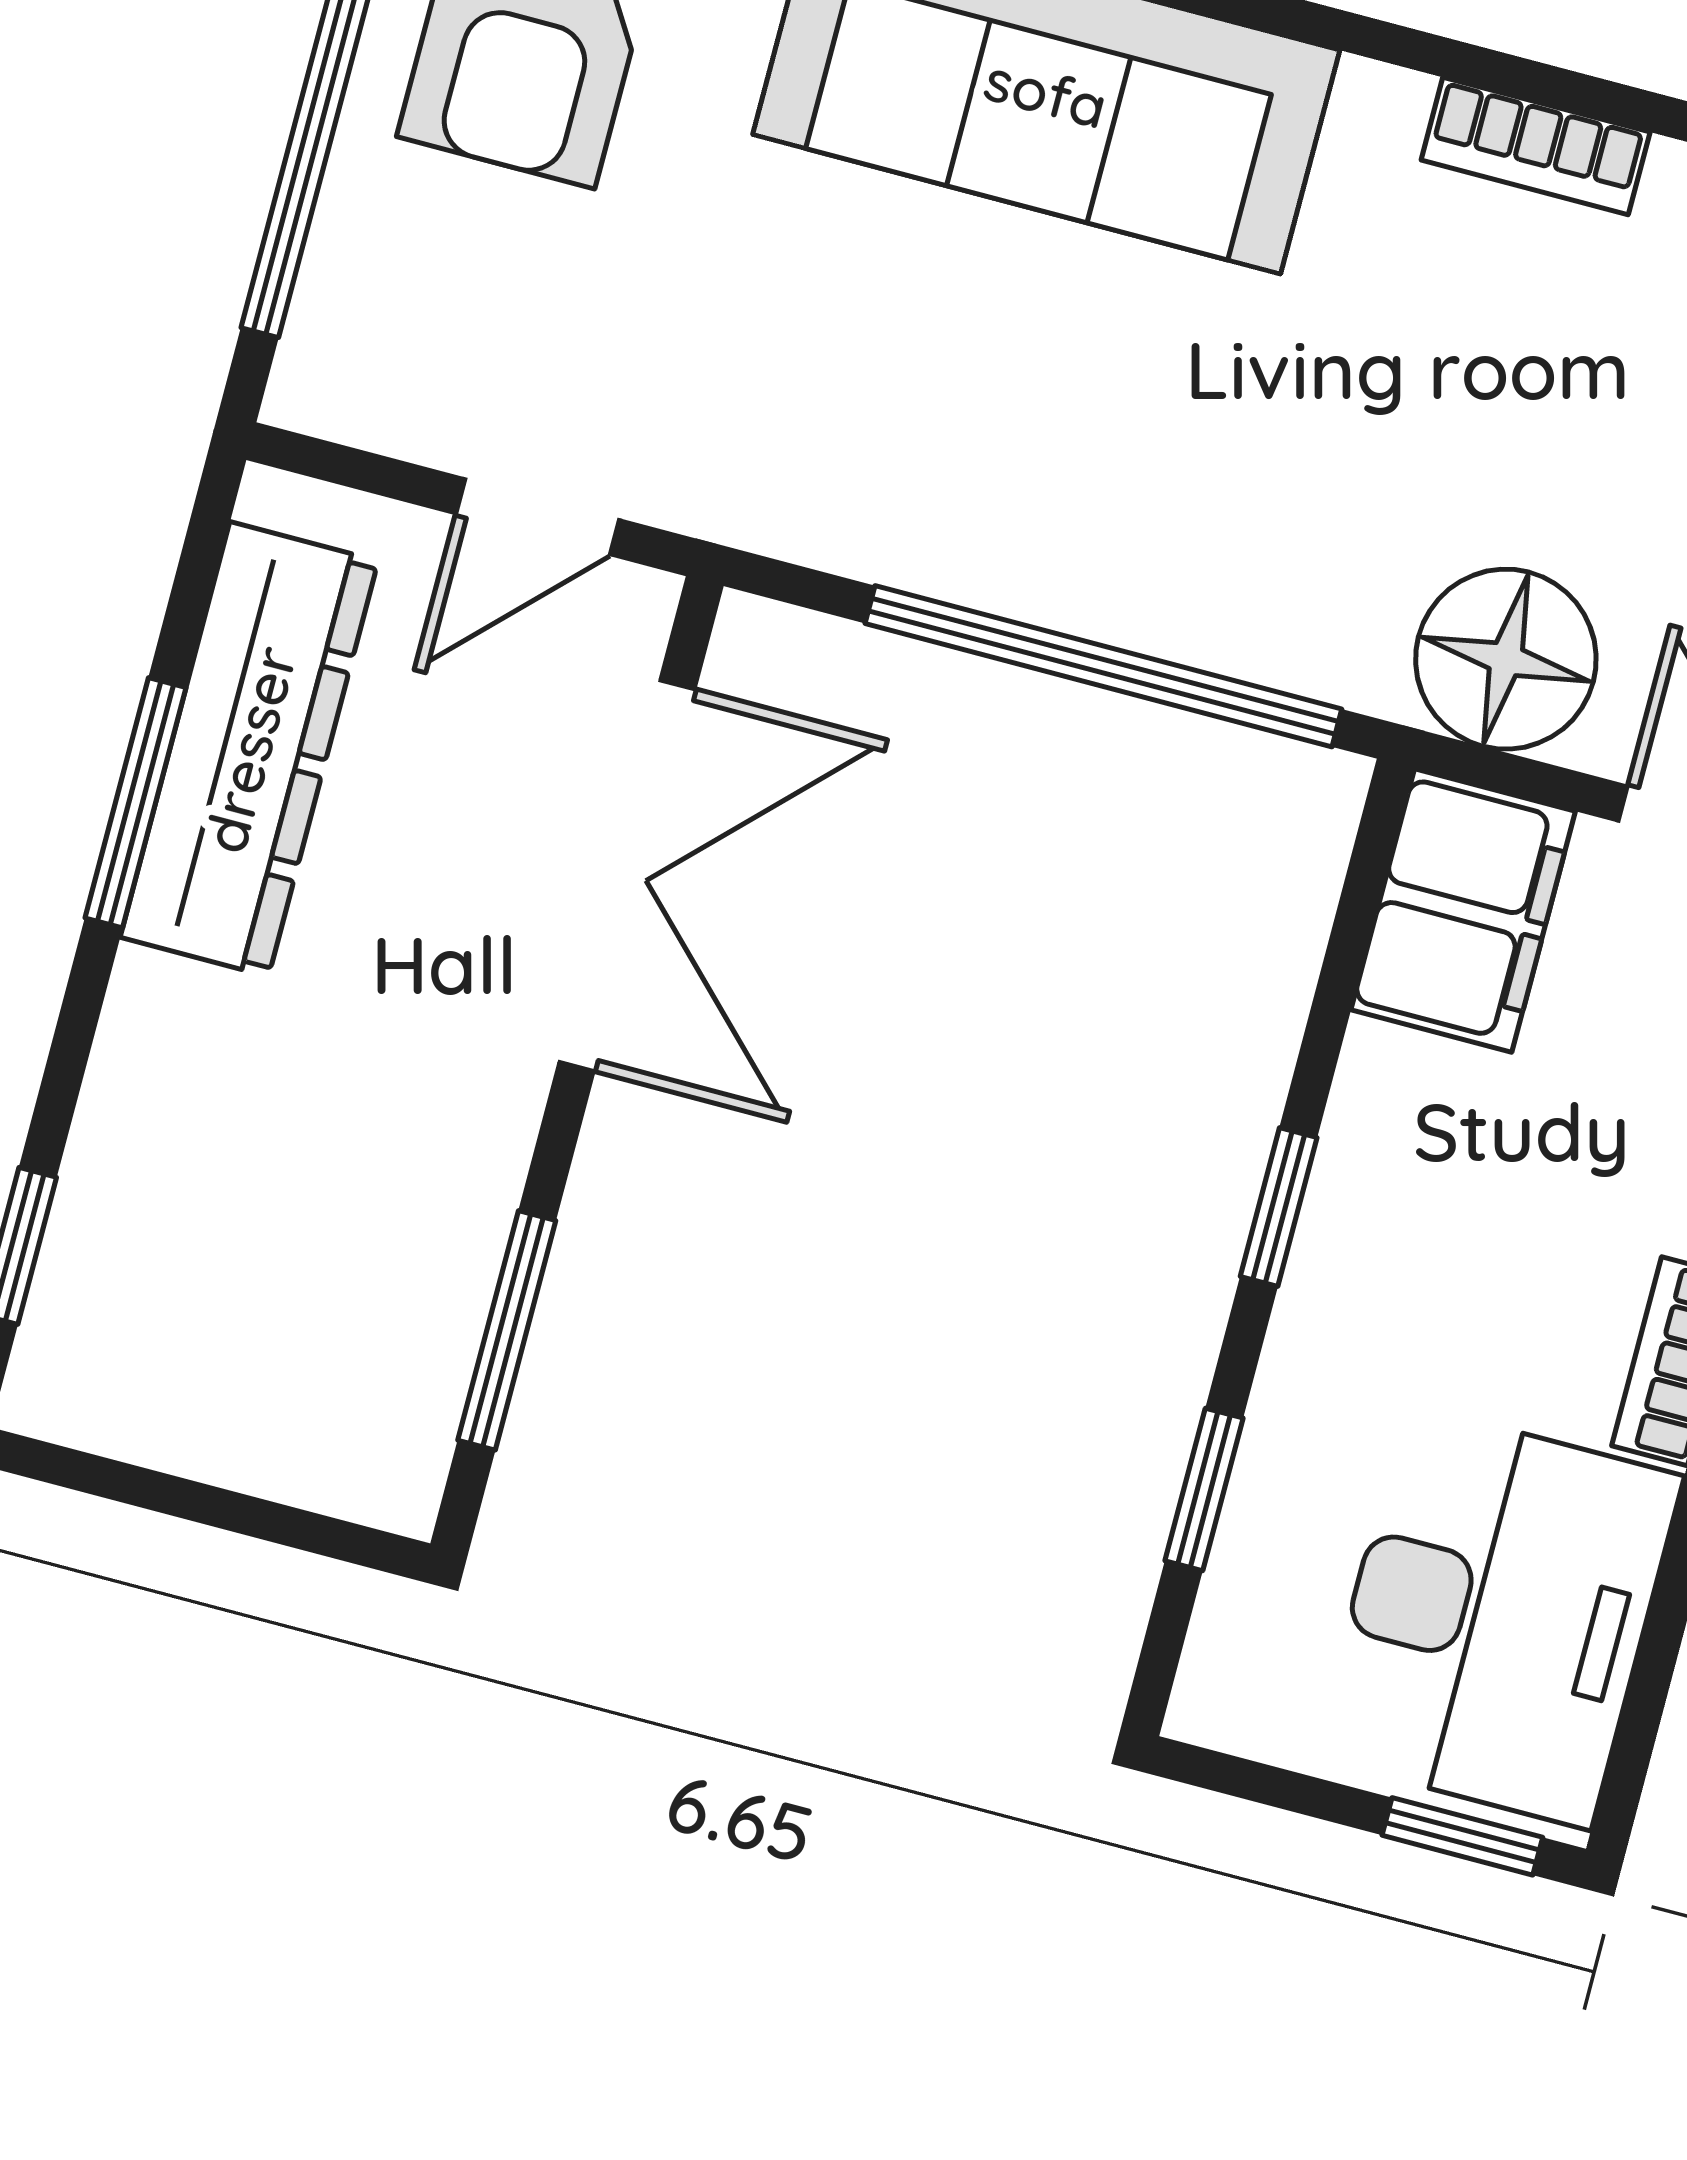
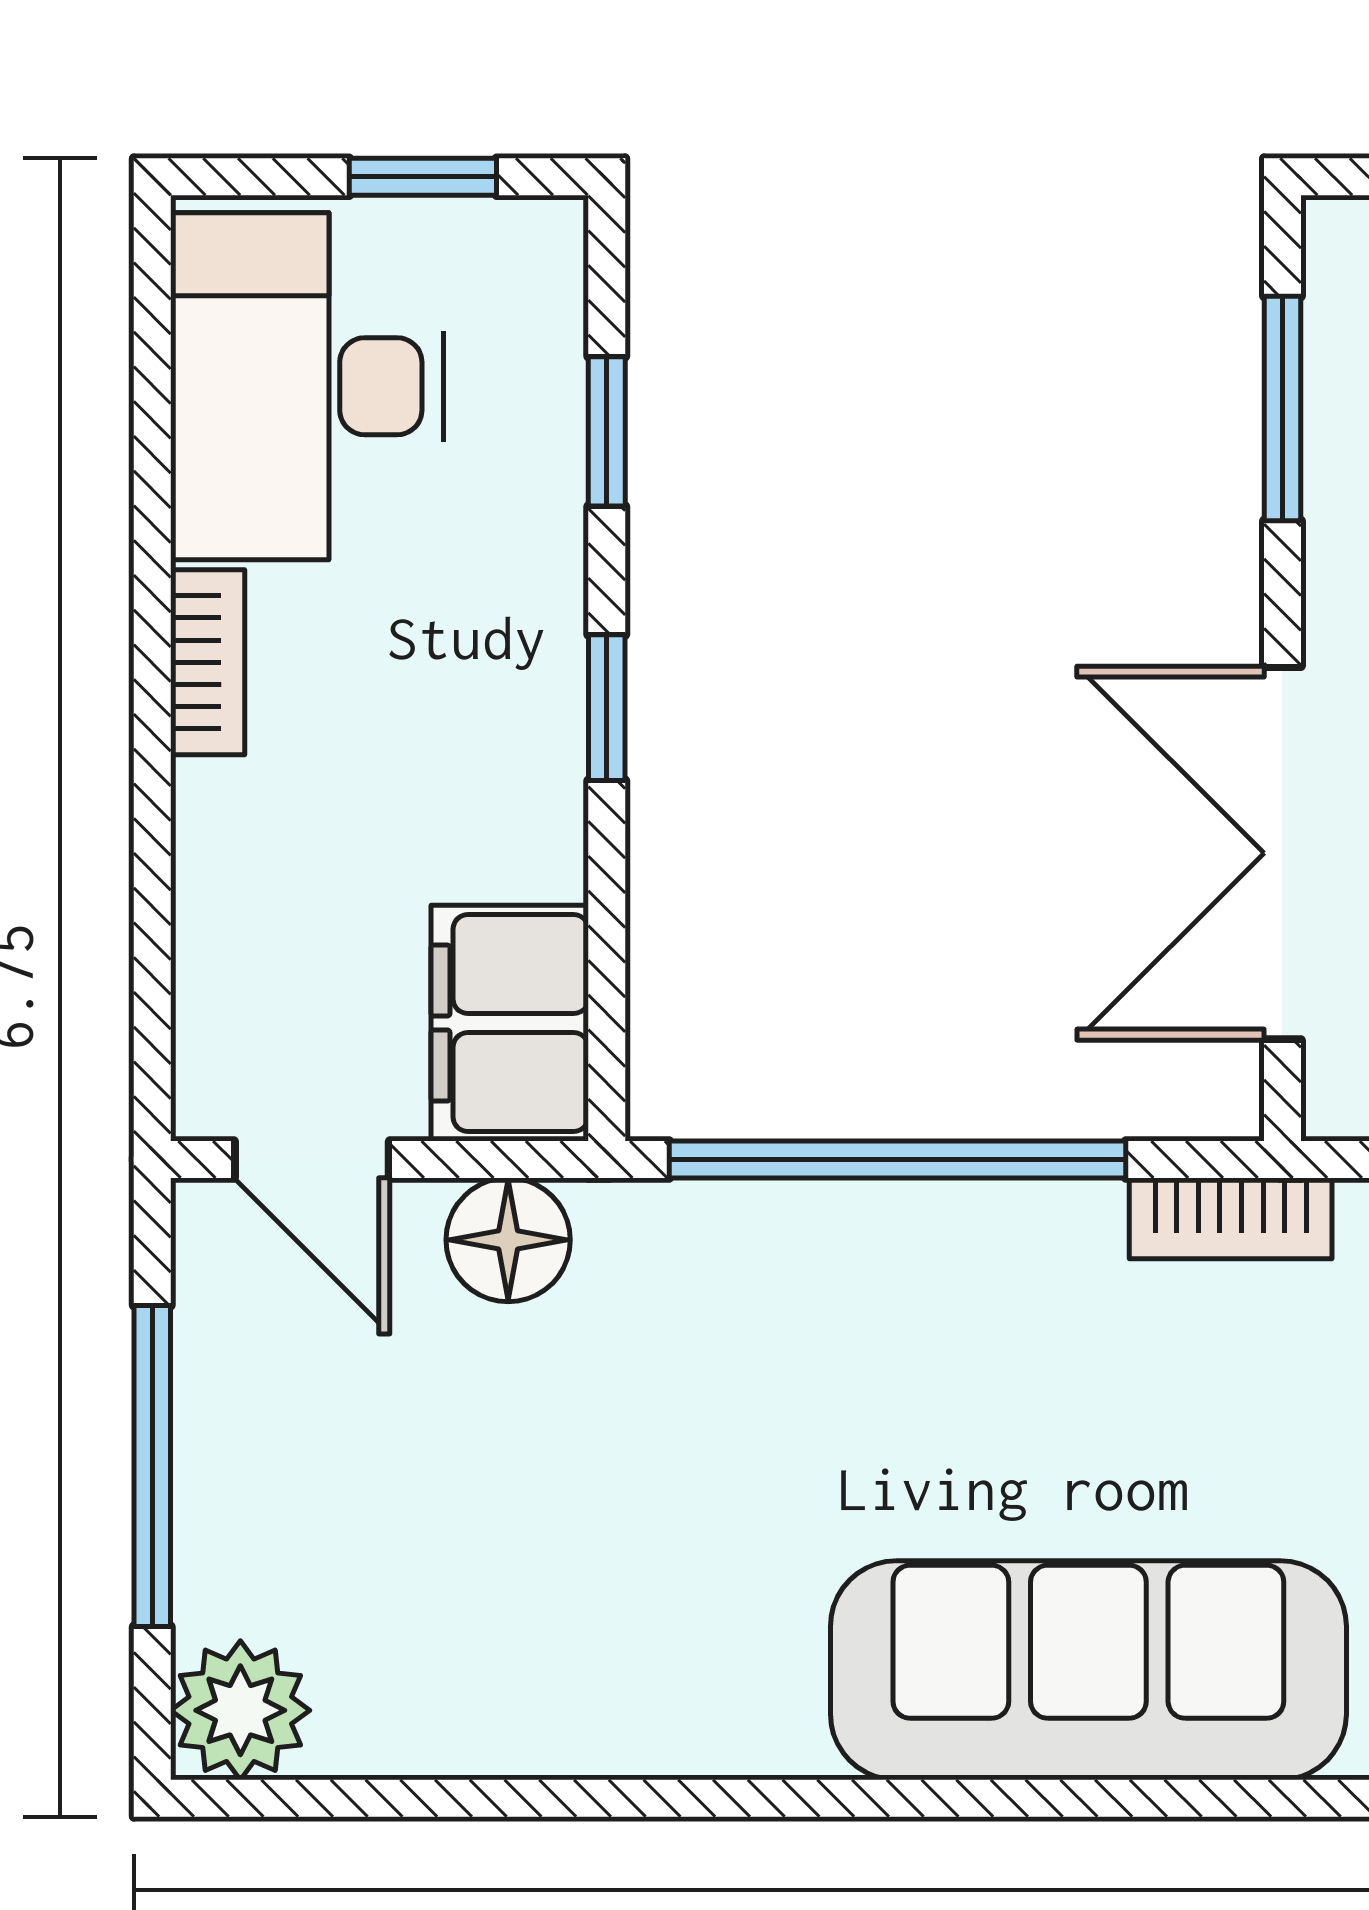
bookcase: (1536, 146) -> (1231, 1218), moved, turned 180
floor lamp: (1506, 659) -> (508, 1240), width x0.73, depth x0.73
window: (1462, 1836) -> (423, 177), moved

